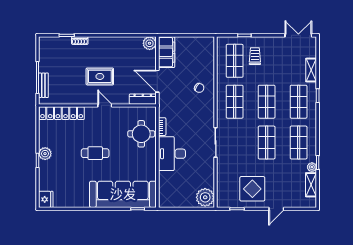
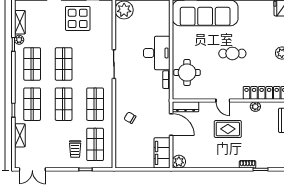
plant: (72, 99) -> (255, 107), added

